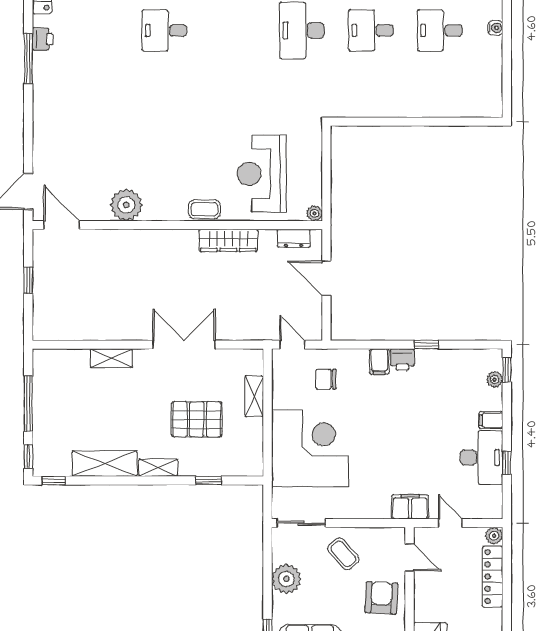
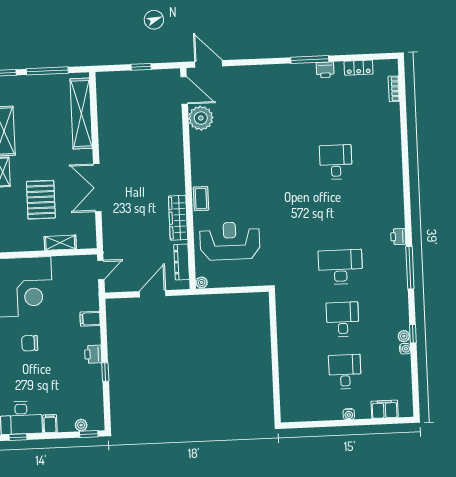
plant: (126, 205) -> (201, 118), moved
door: (62, 225) -> (184, 90), hinge flipped
dresser: (294, 238) -> (182, 262), width x1.44
double door: (184, 345) -> (97, 188), swing flipped
shelving: (111, 358) -> (81, 114), width x2.20, depth x1.33
filing cabinet: (379, 362) -> (90, 319), moved
chair: (326, 379) -> (30, 343), moved, turned -90

